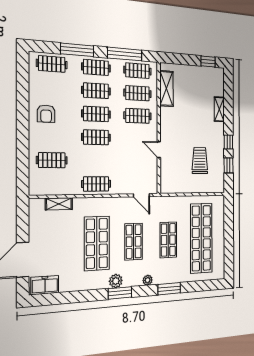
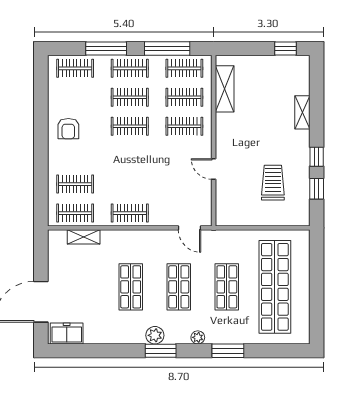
clothes rail: (96, 137) -> (75, 213), moved
shop shelf: (97, 243) -> (131, 287), width x0.70, depth x0.74

